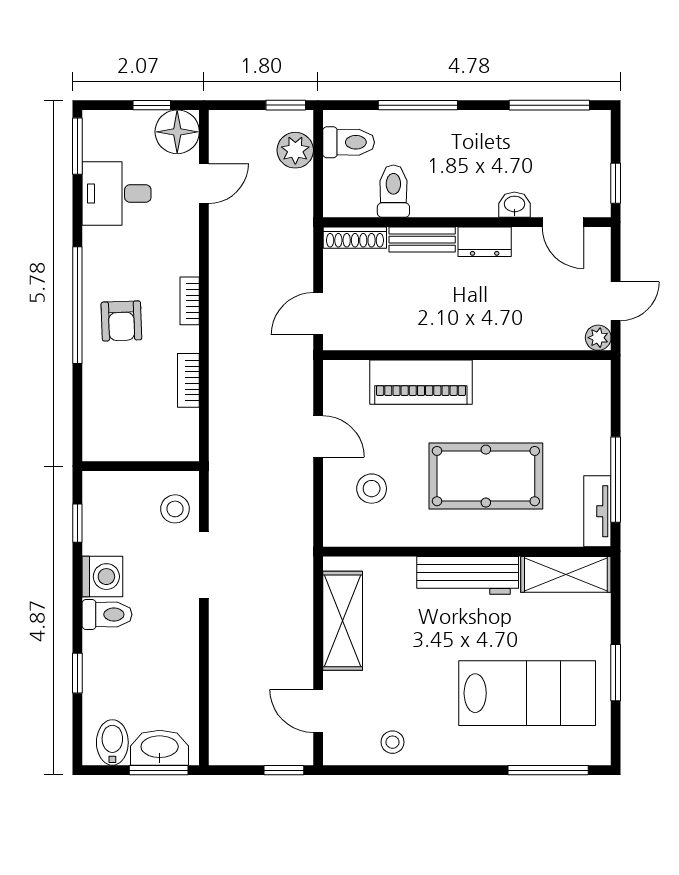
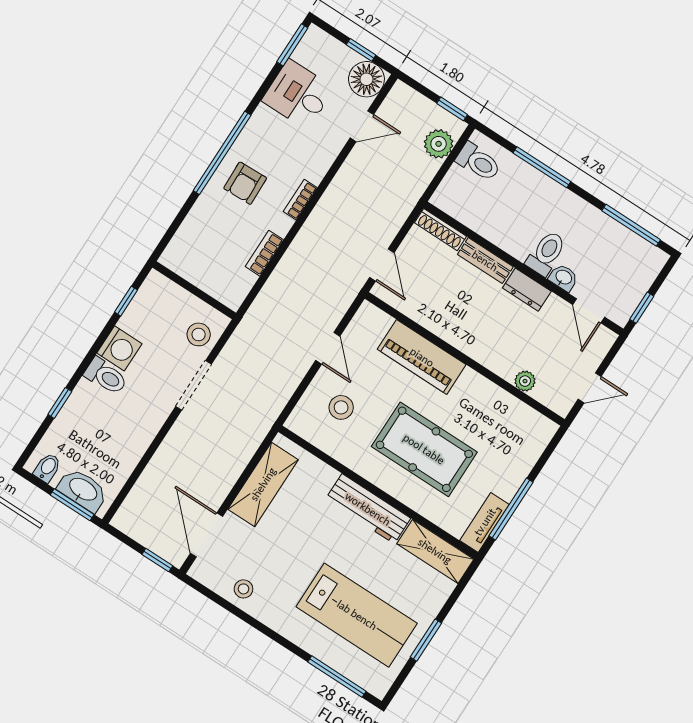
toilet: (393, 191) -> (546, 253), moved
door: (318, 314) -> (382, 265), swing flipped
plant: (598, 338) -> (525, 381), moved
door: (318, 711) -> (207, 535), width x1.38
bidet: (112, 742) -> (47, 468), width x0.72, depth x0.74

